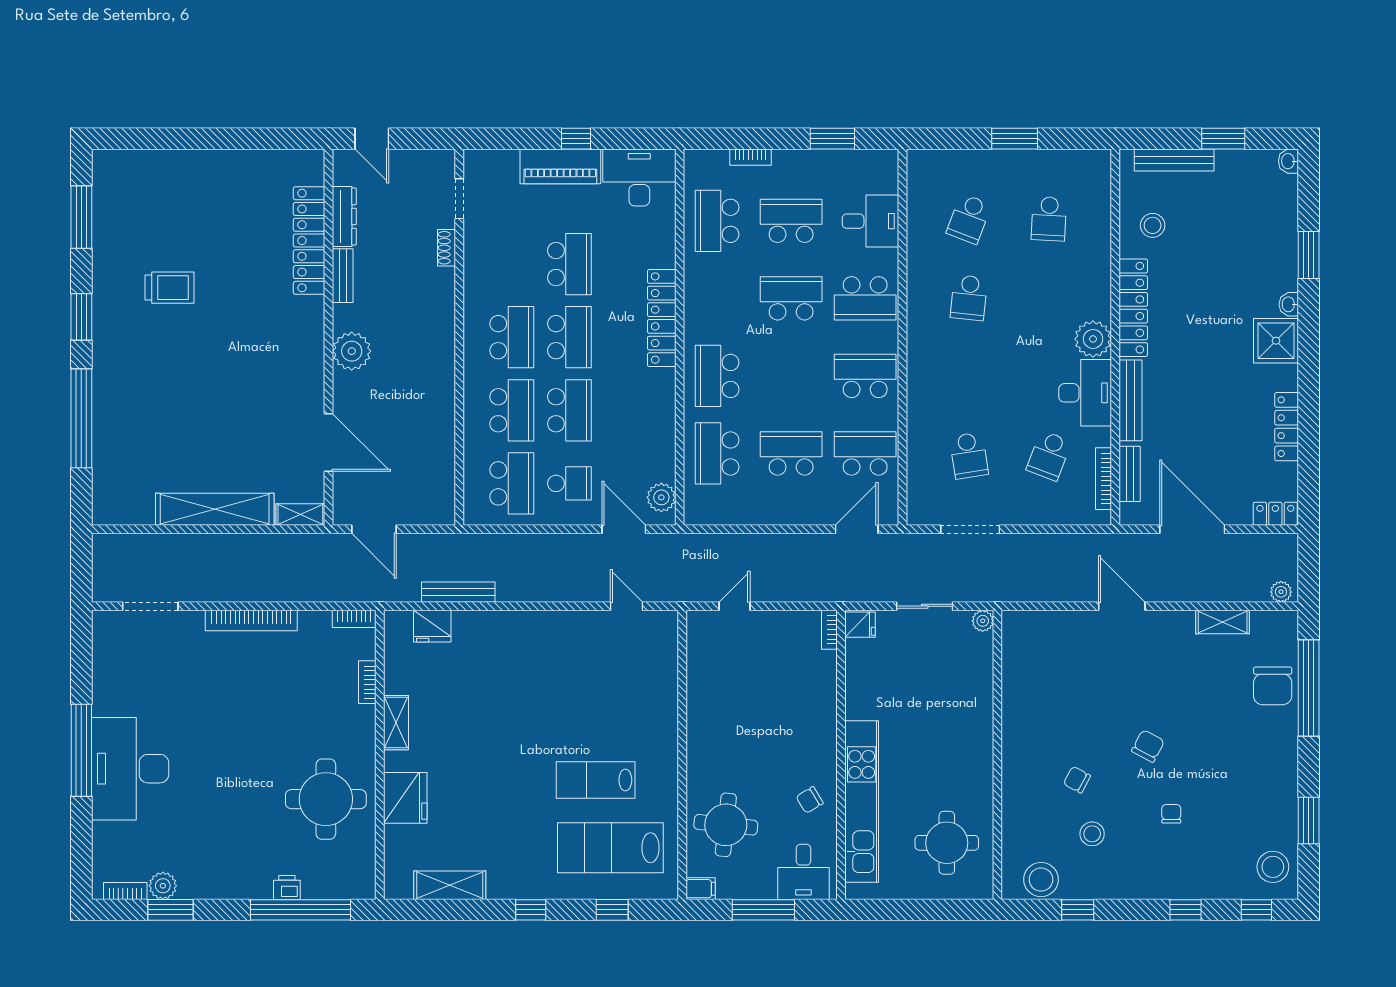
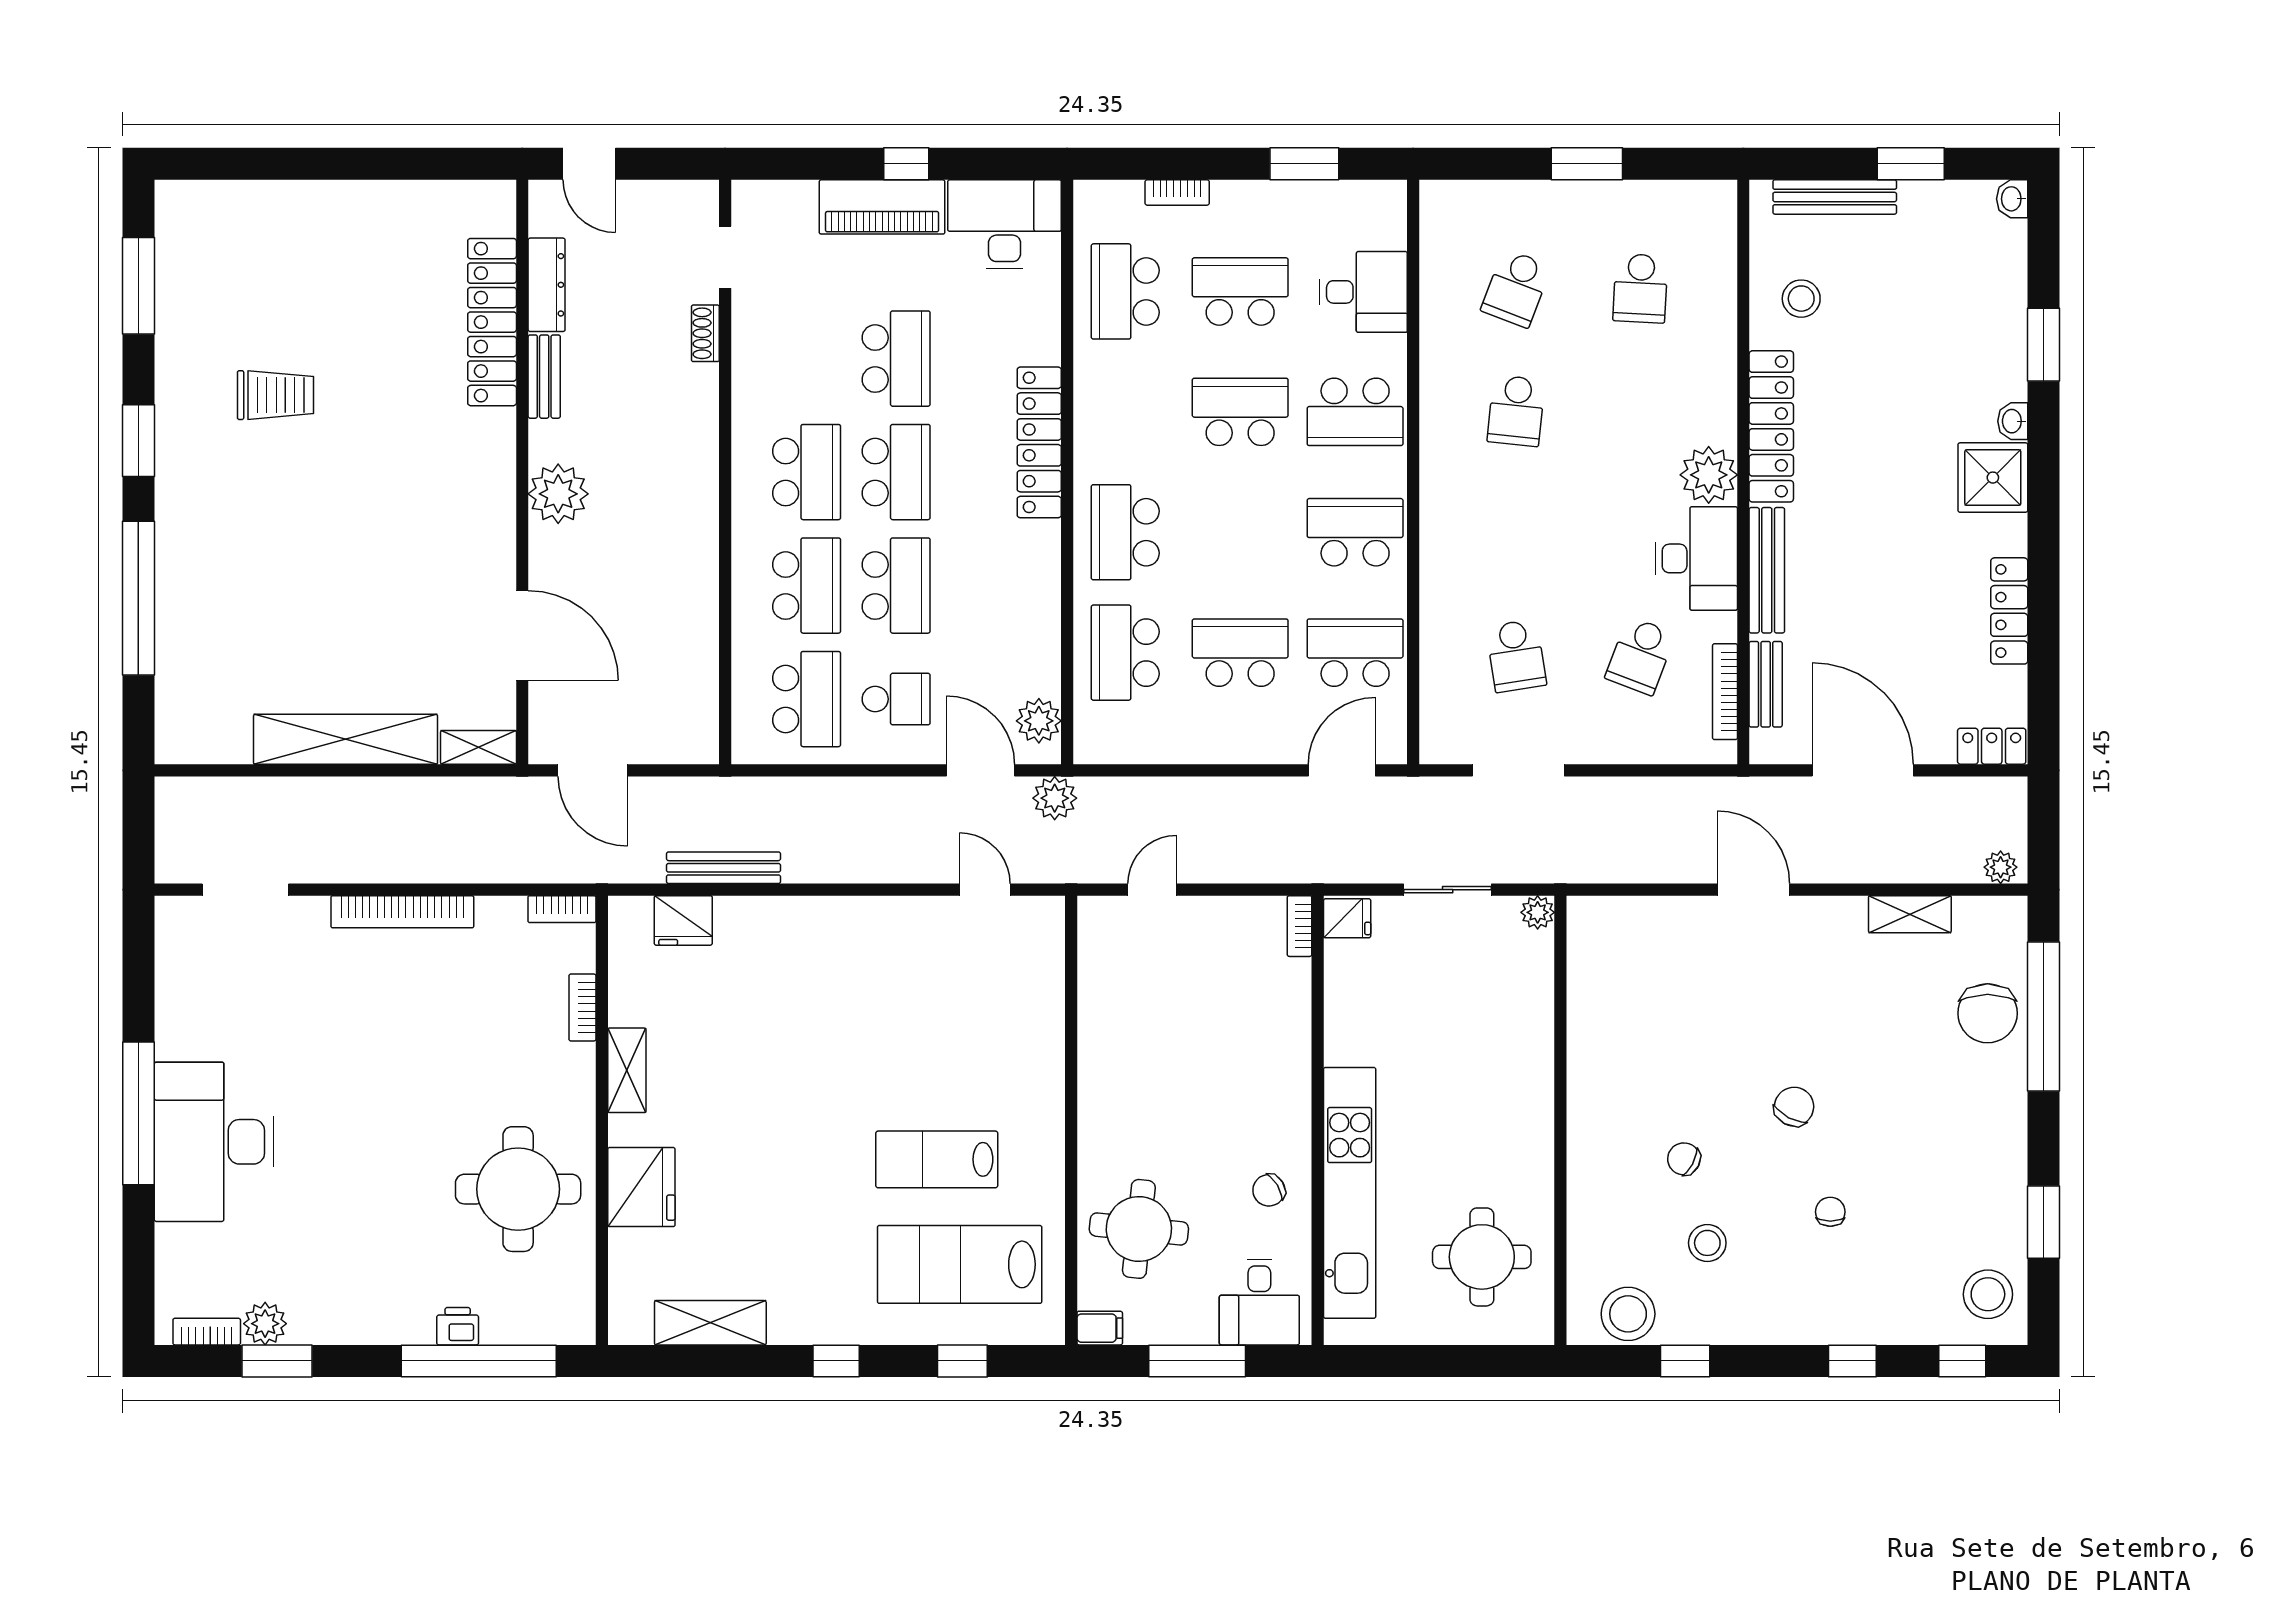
plant: (672, 547) -> (1055, 798), added

